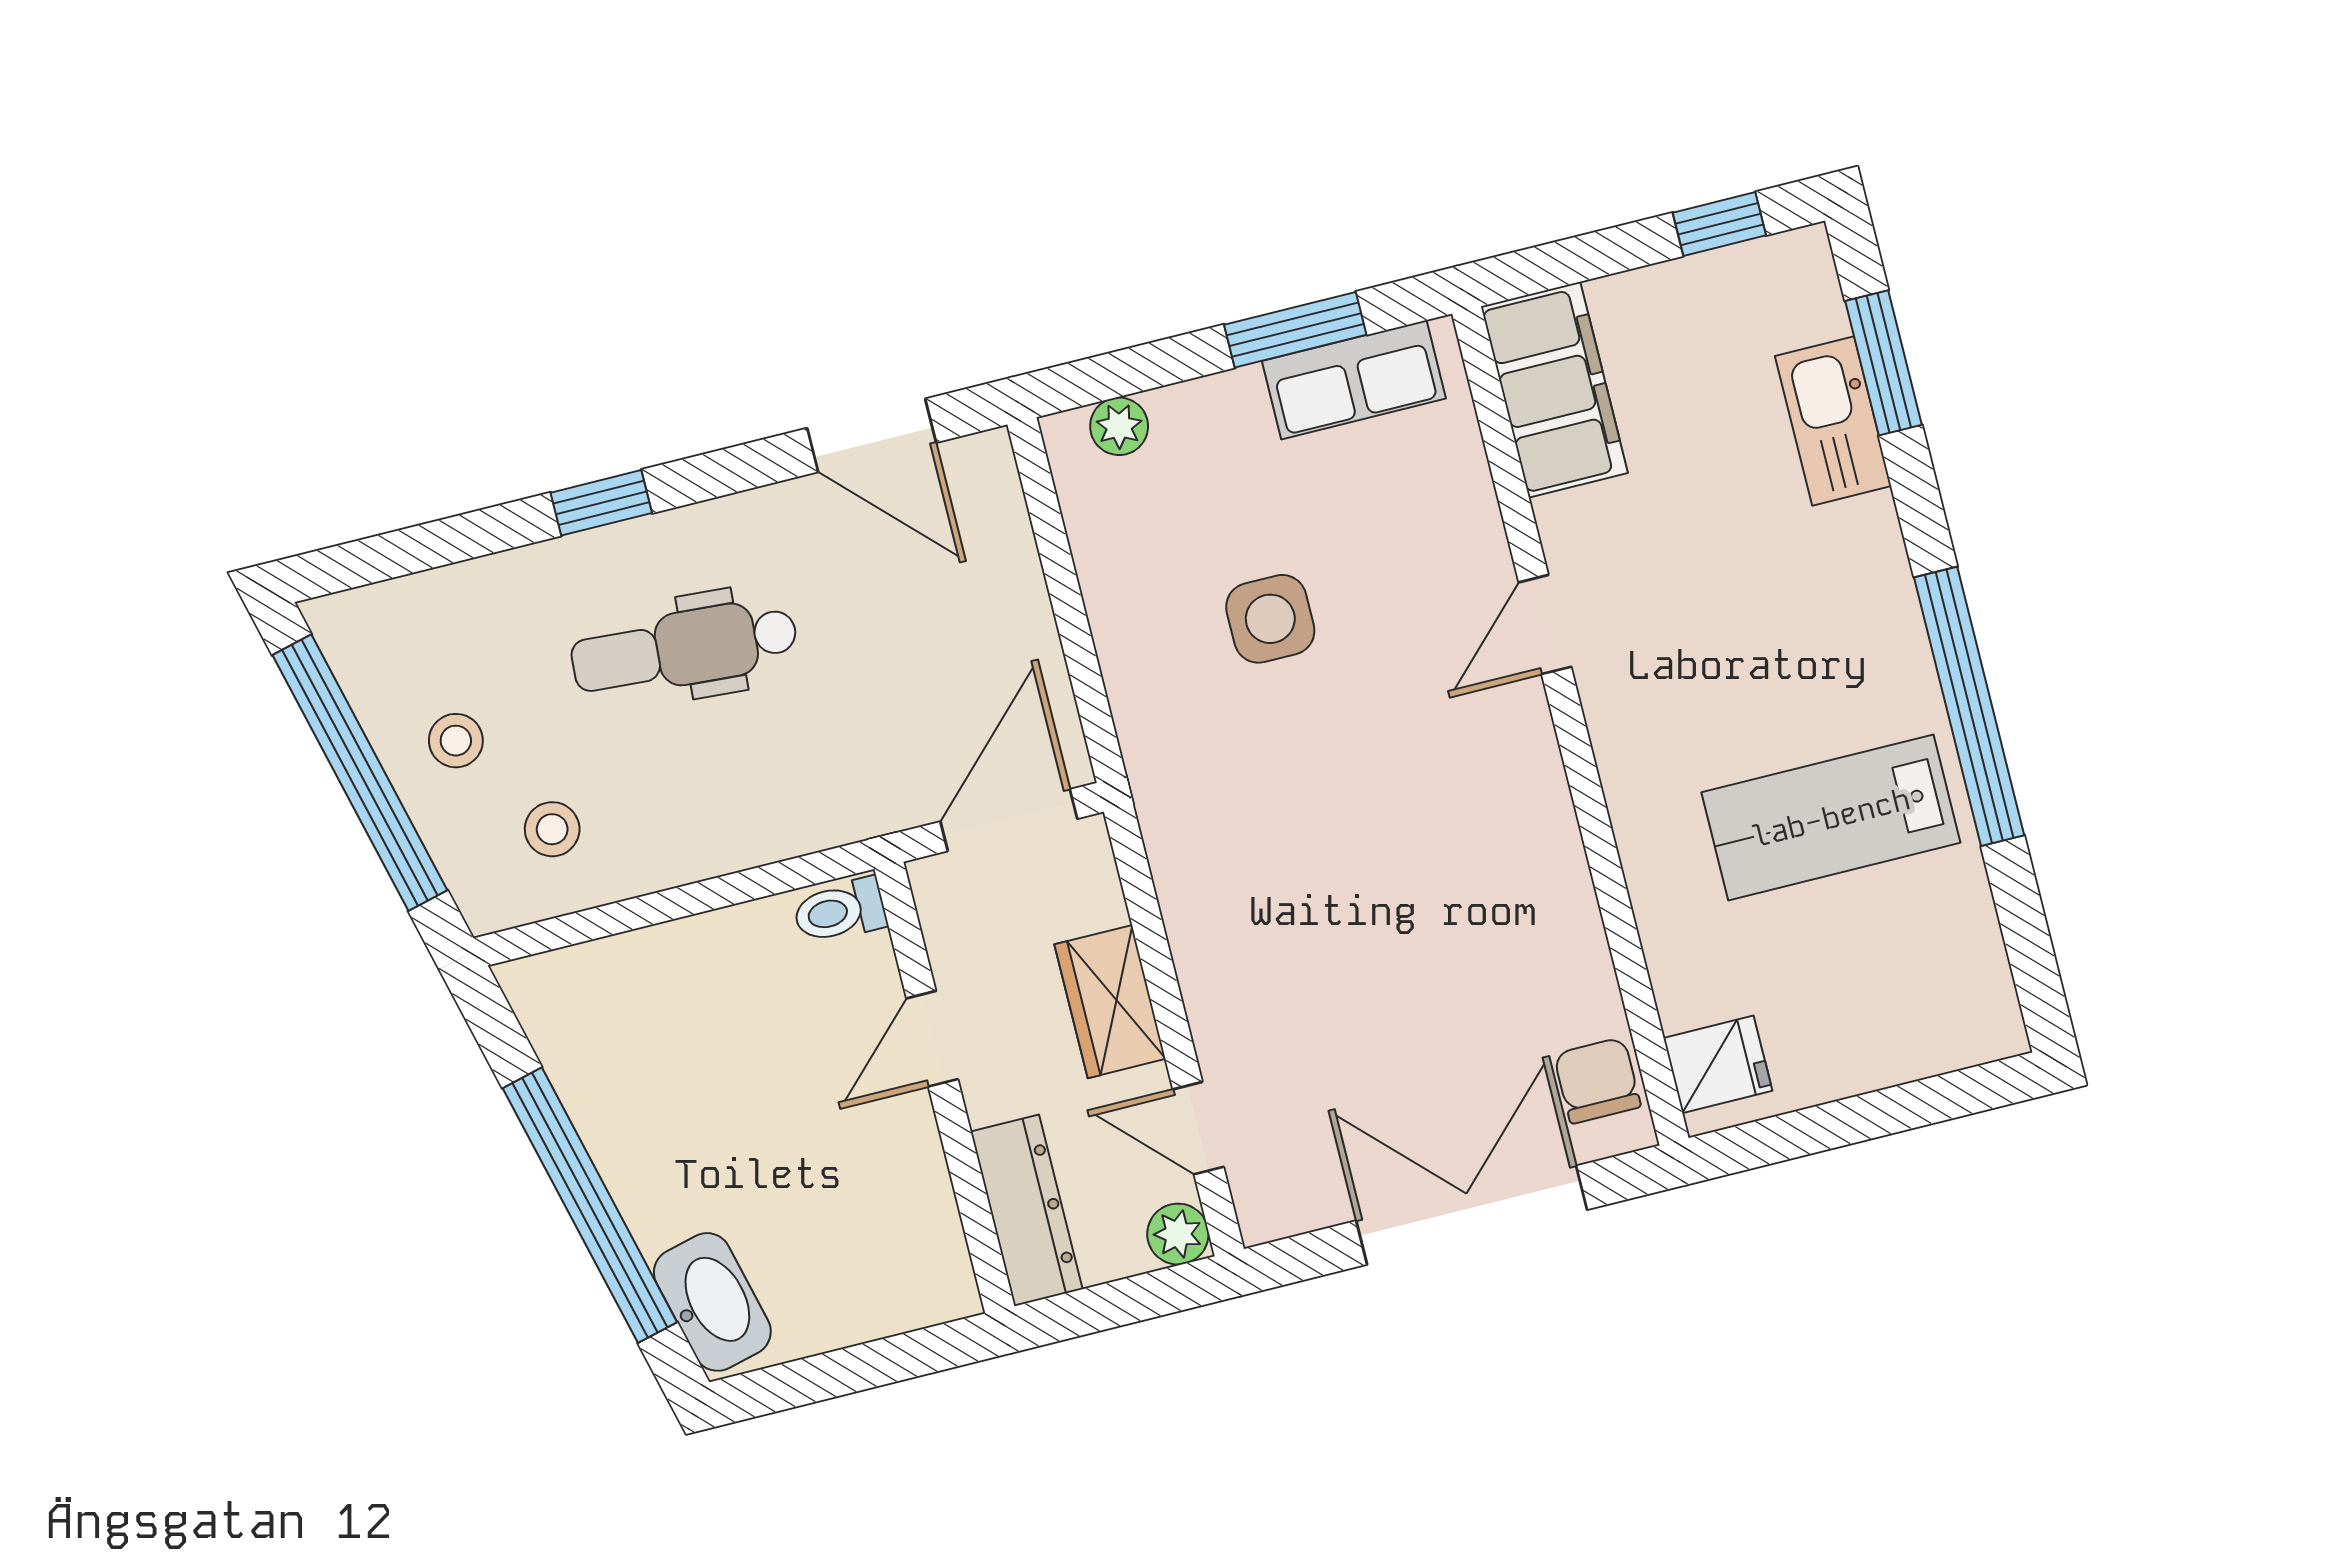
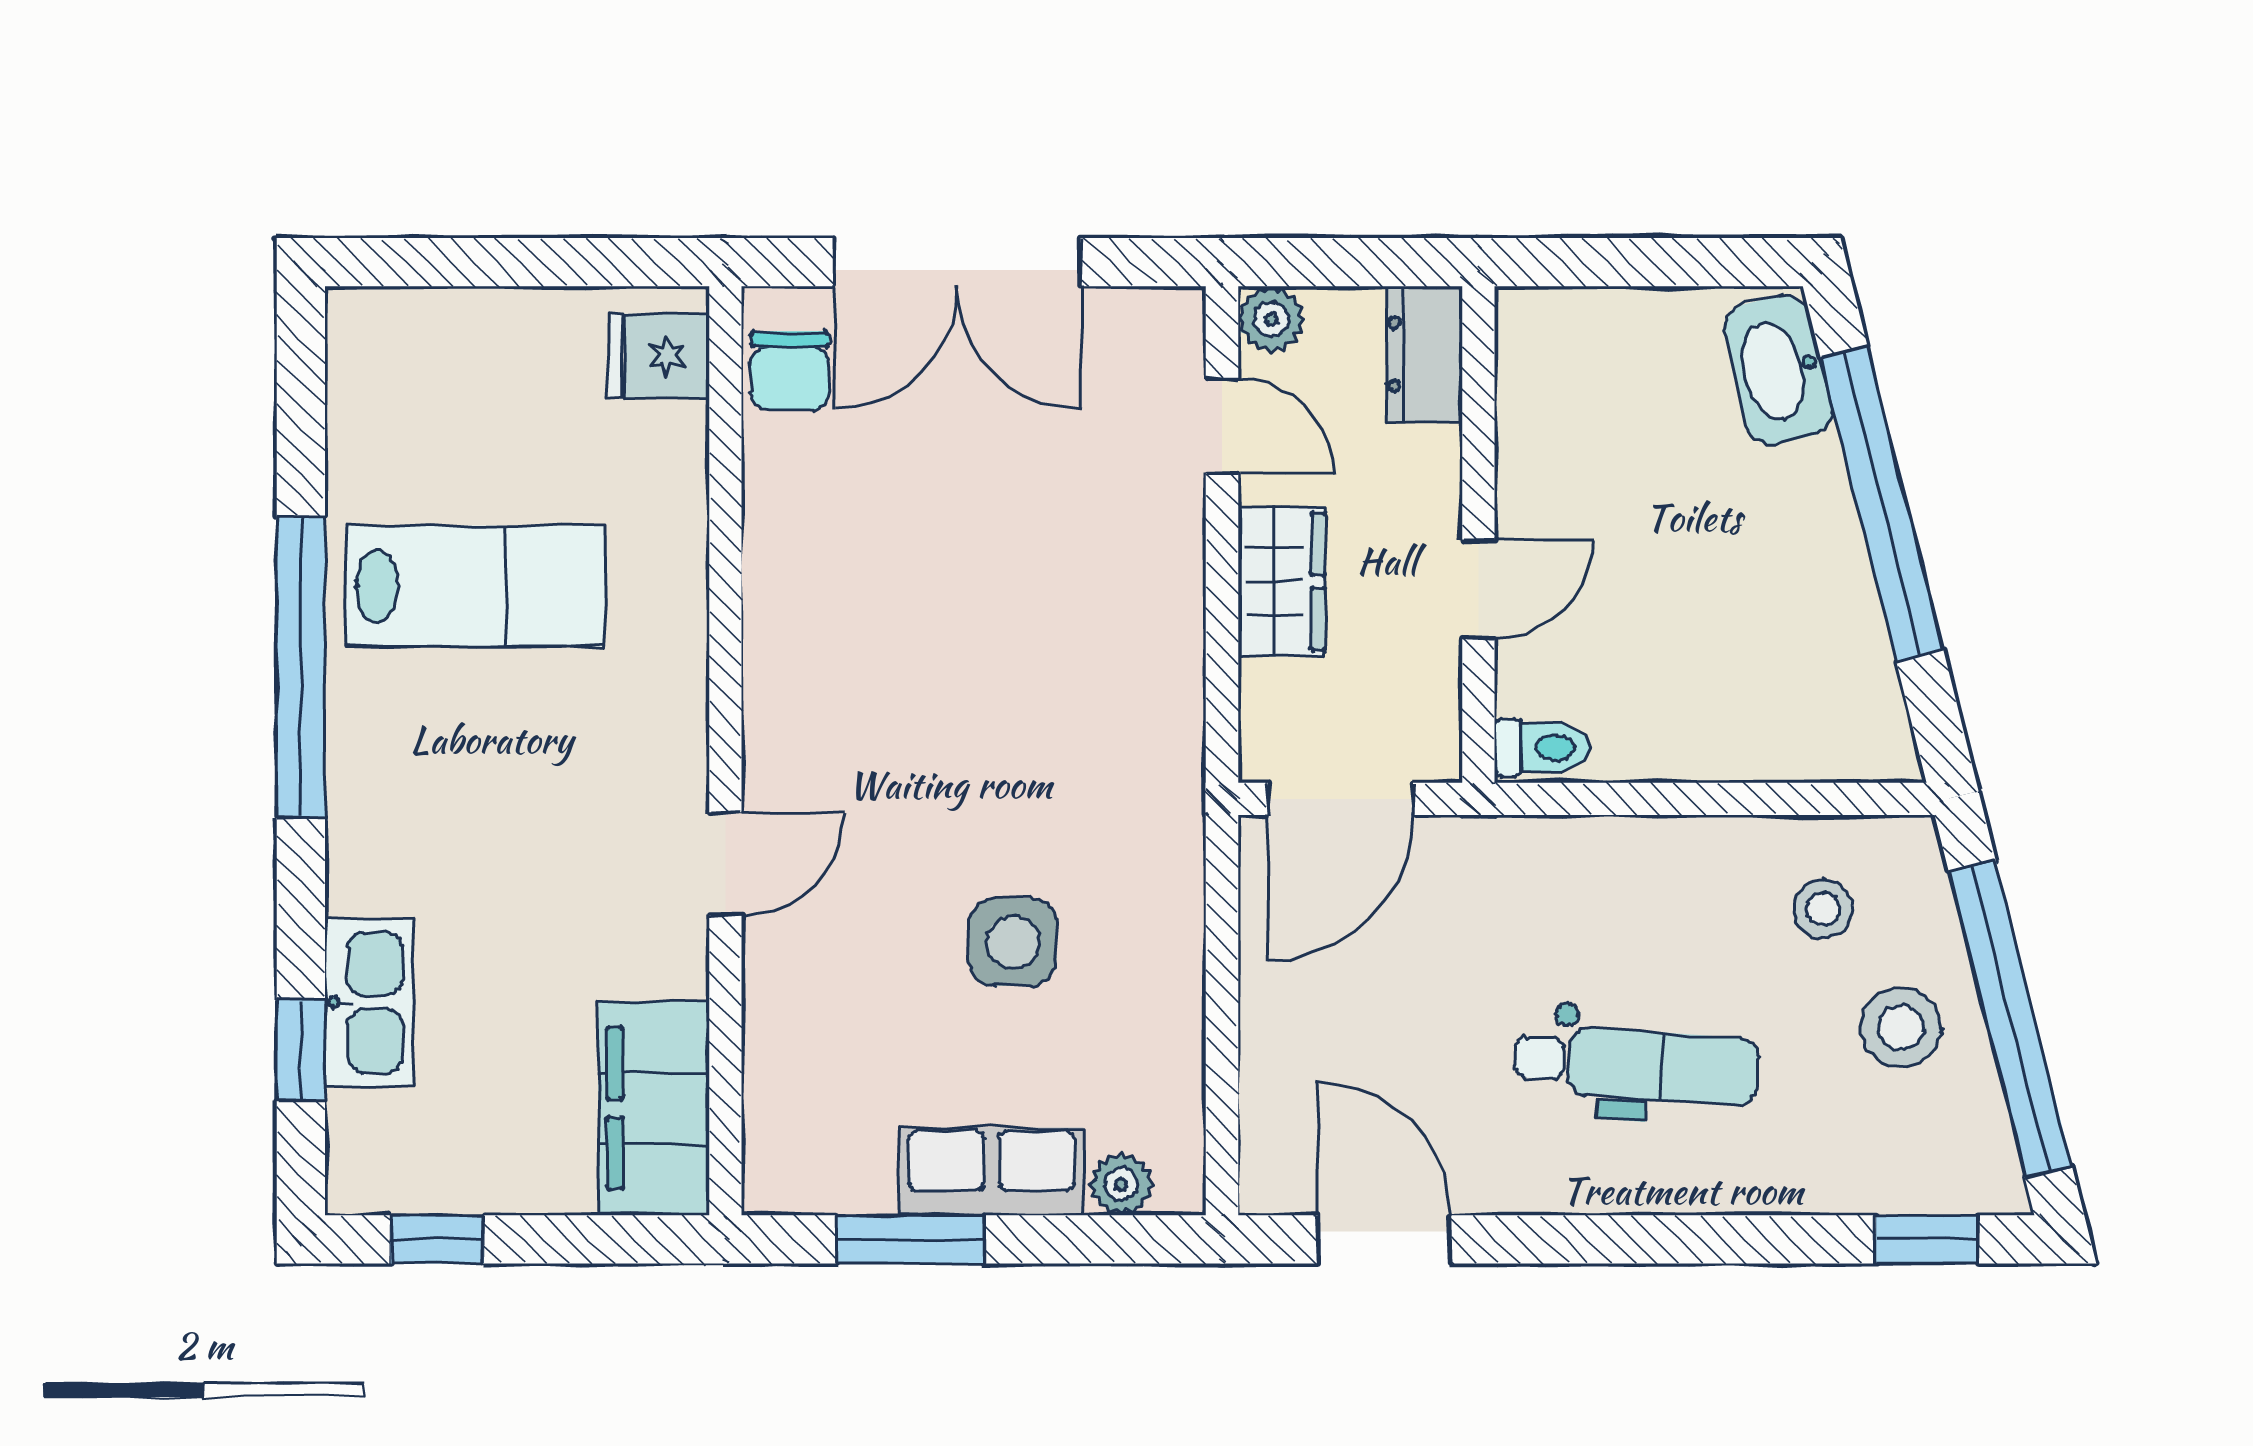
window: (1884, 363) -> (301, 1050), width x0.67
row of seats: (1354, 380) -> (992, 1171), moved
window: (601, 503) -> (1927, 1239), moved
stool: (456, 741) -> (1901, 1028), width x1.37, depth x1.37
dresser: (1027, 1210) -> (1424, 354), width x0.70

